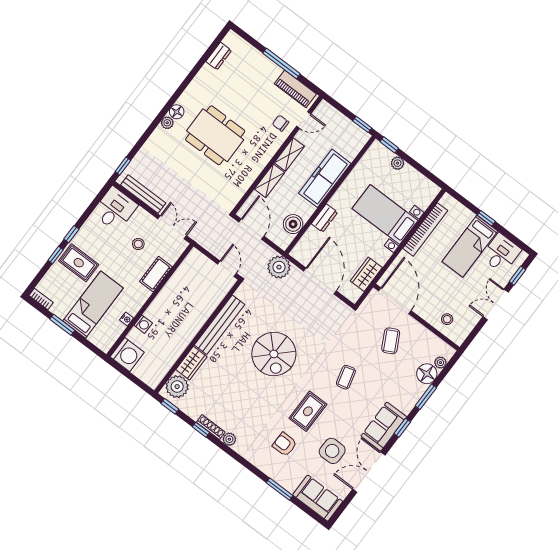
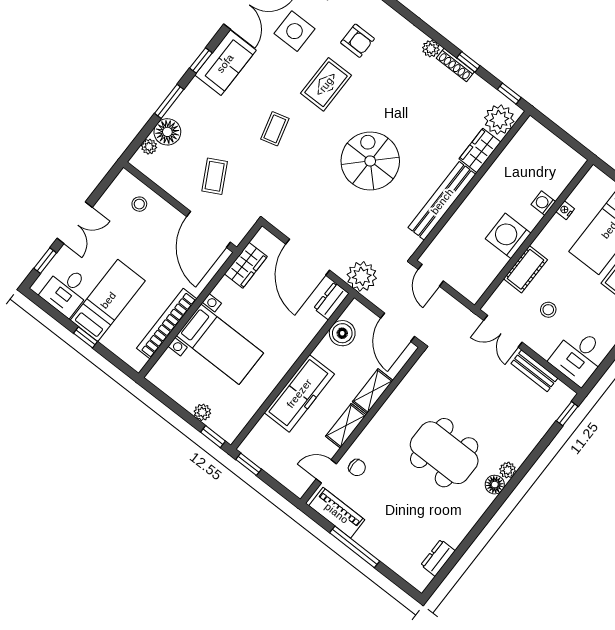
bench: (143, 194) -> (534, 371), width x0.73
dresser: (324, 218) -> (331, 301), moved
washing machine: (127, 355) -> (508, 236), moved

